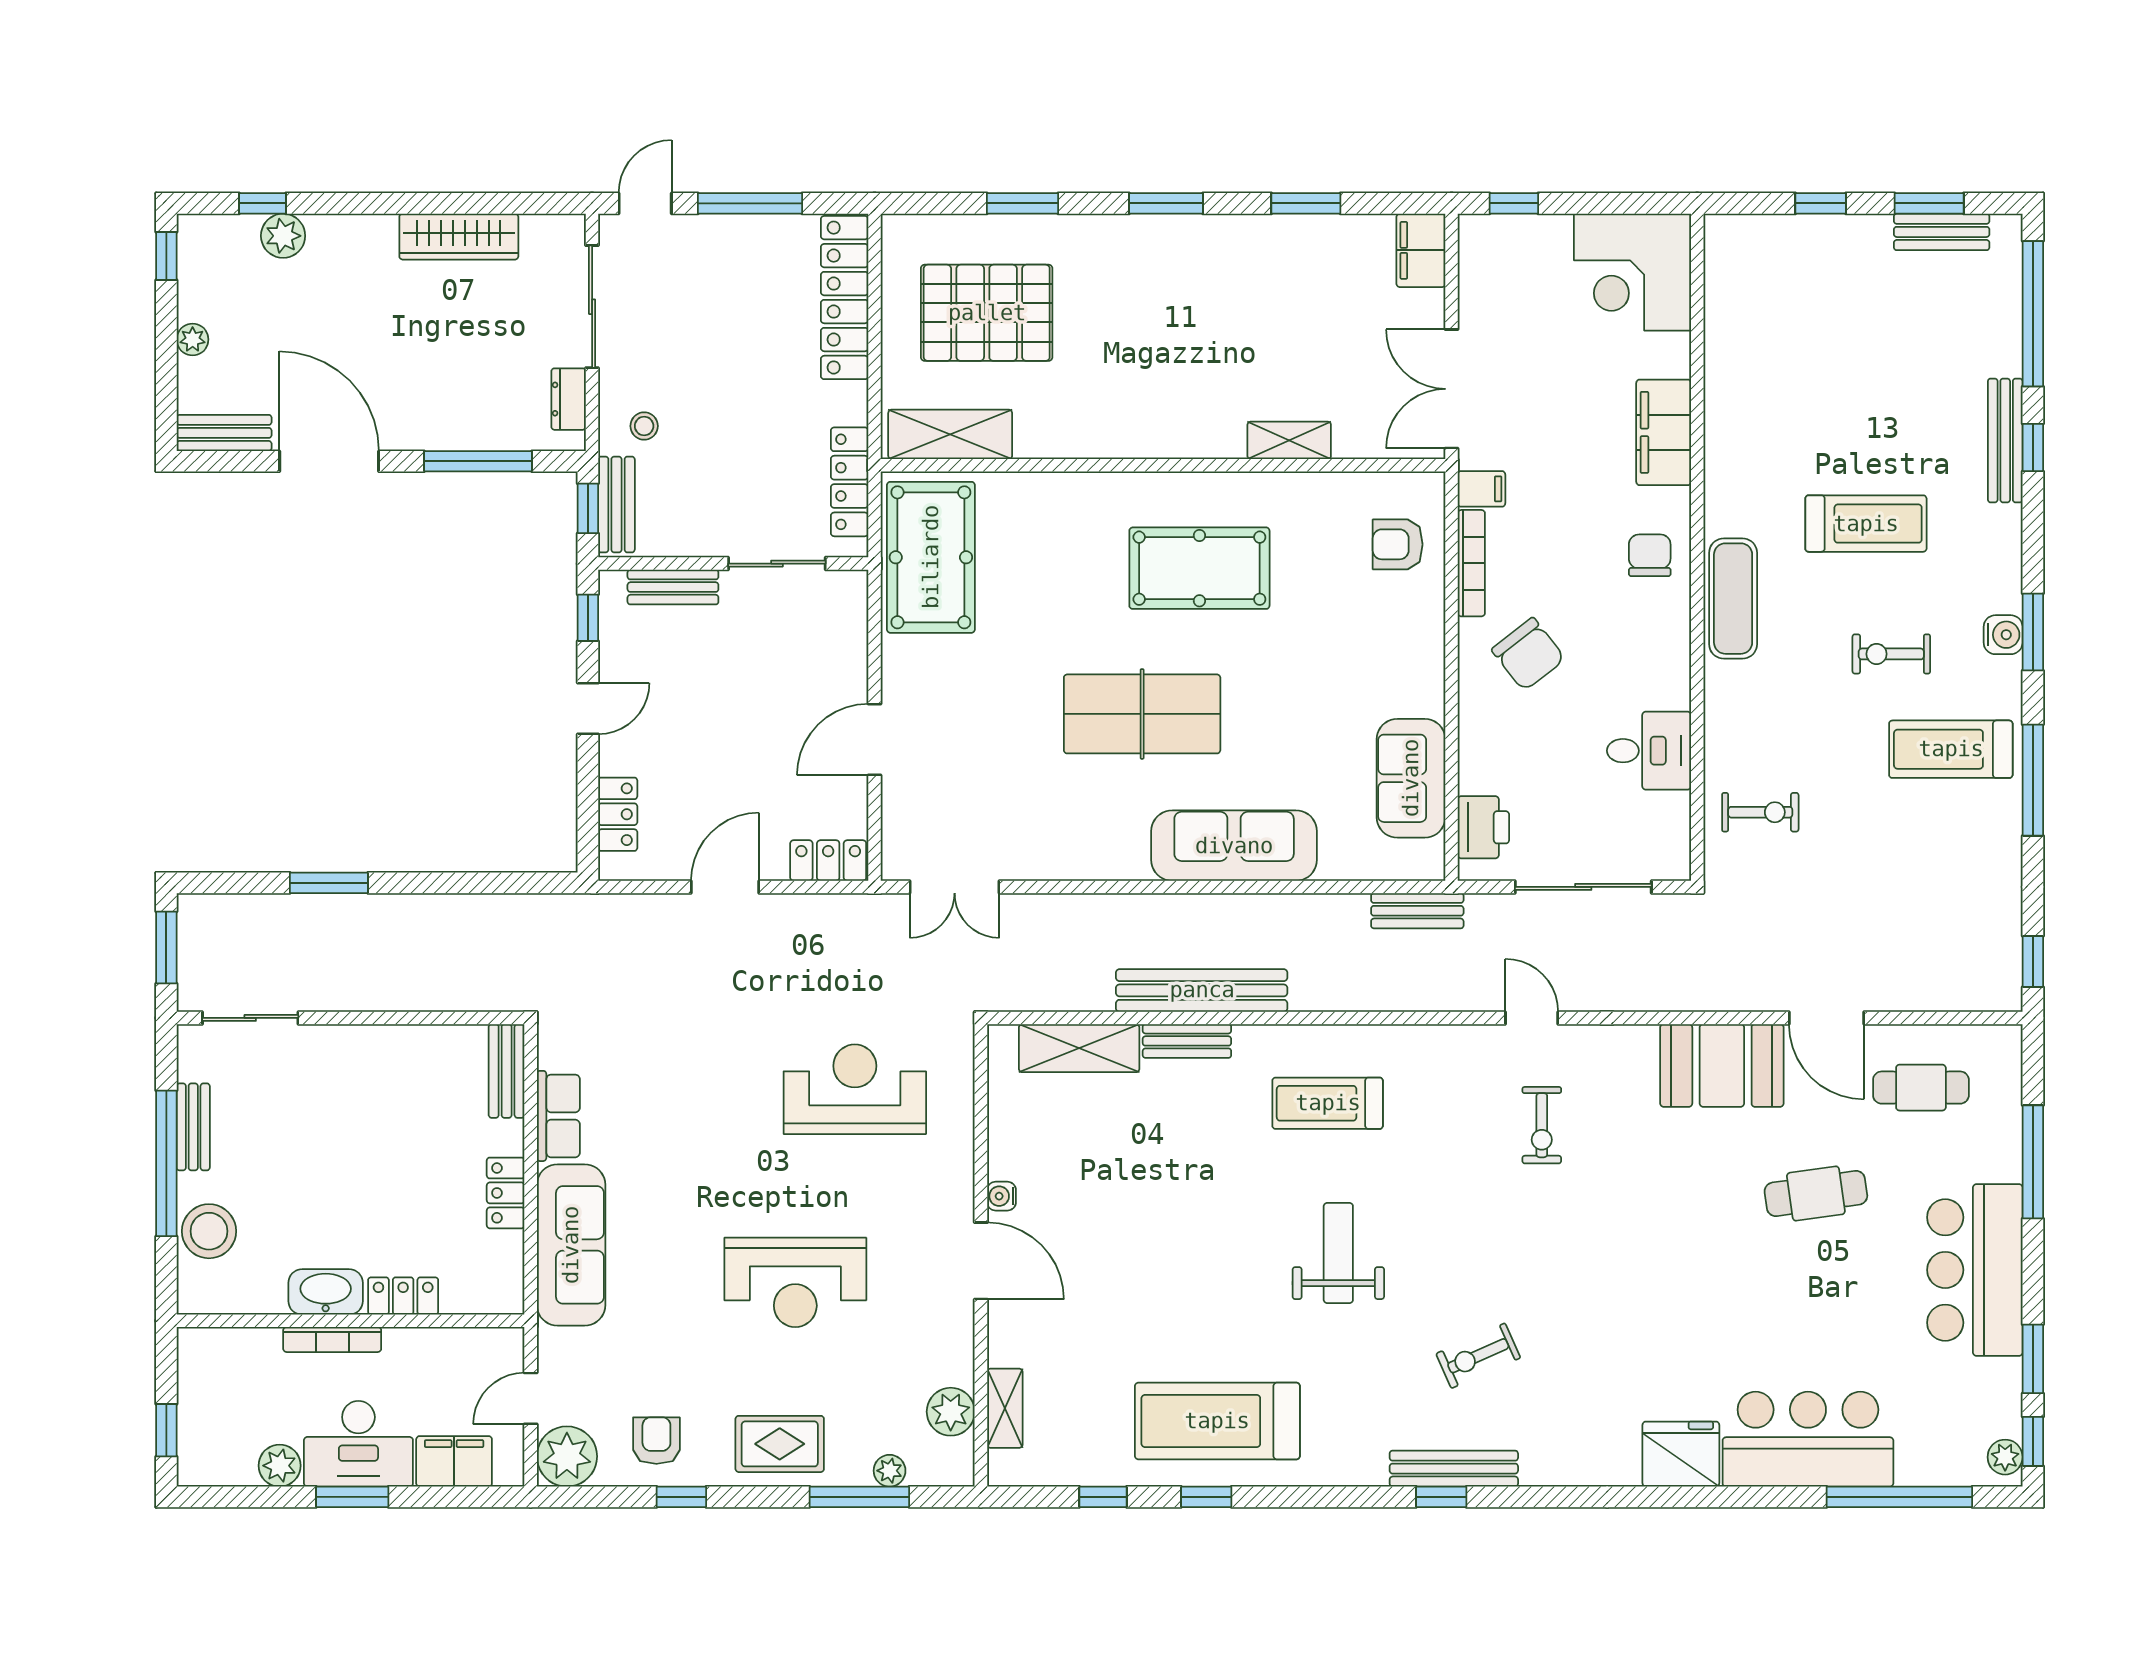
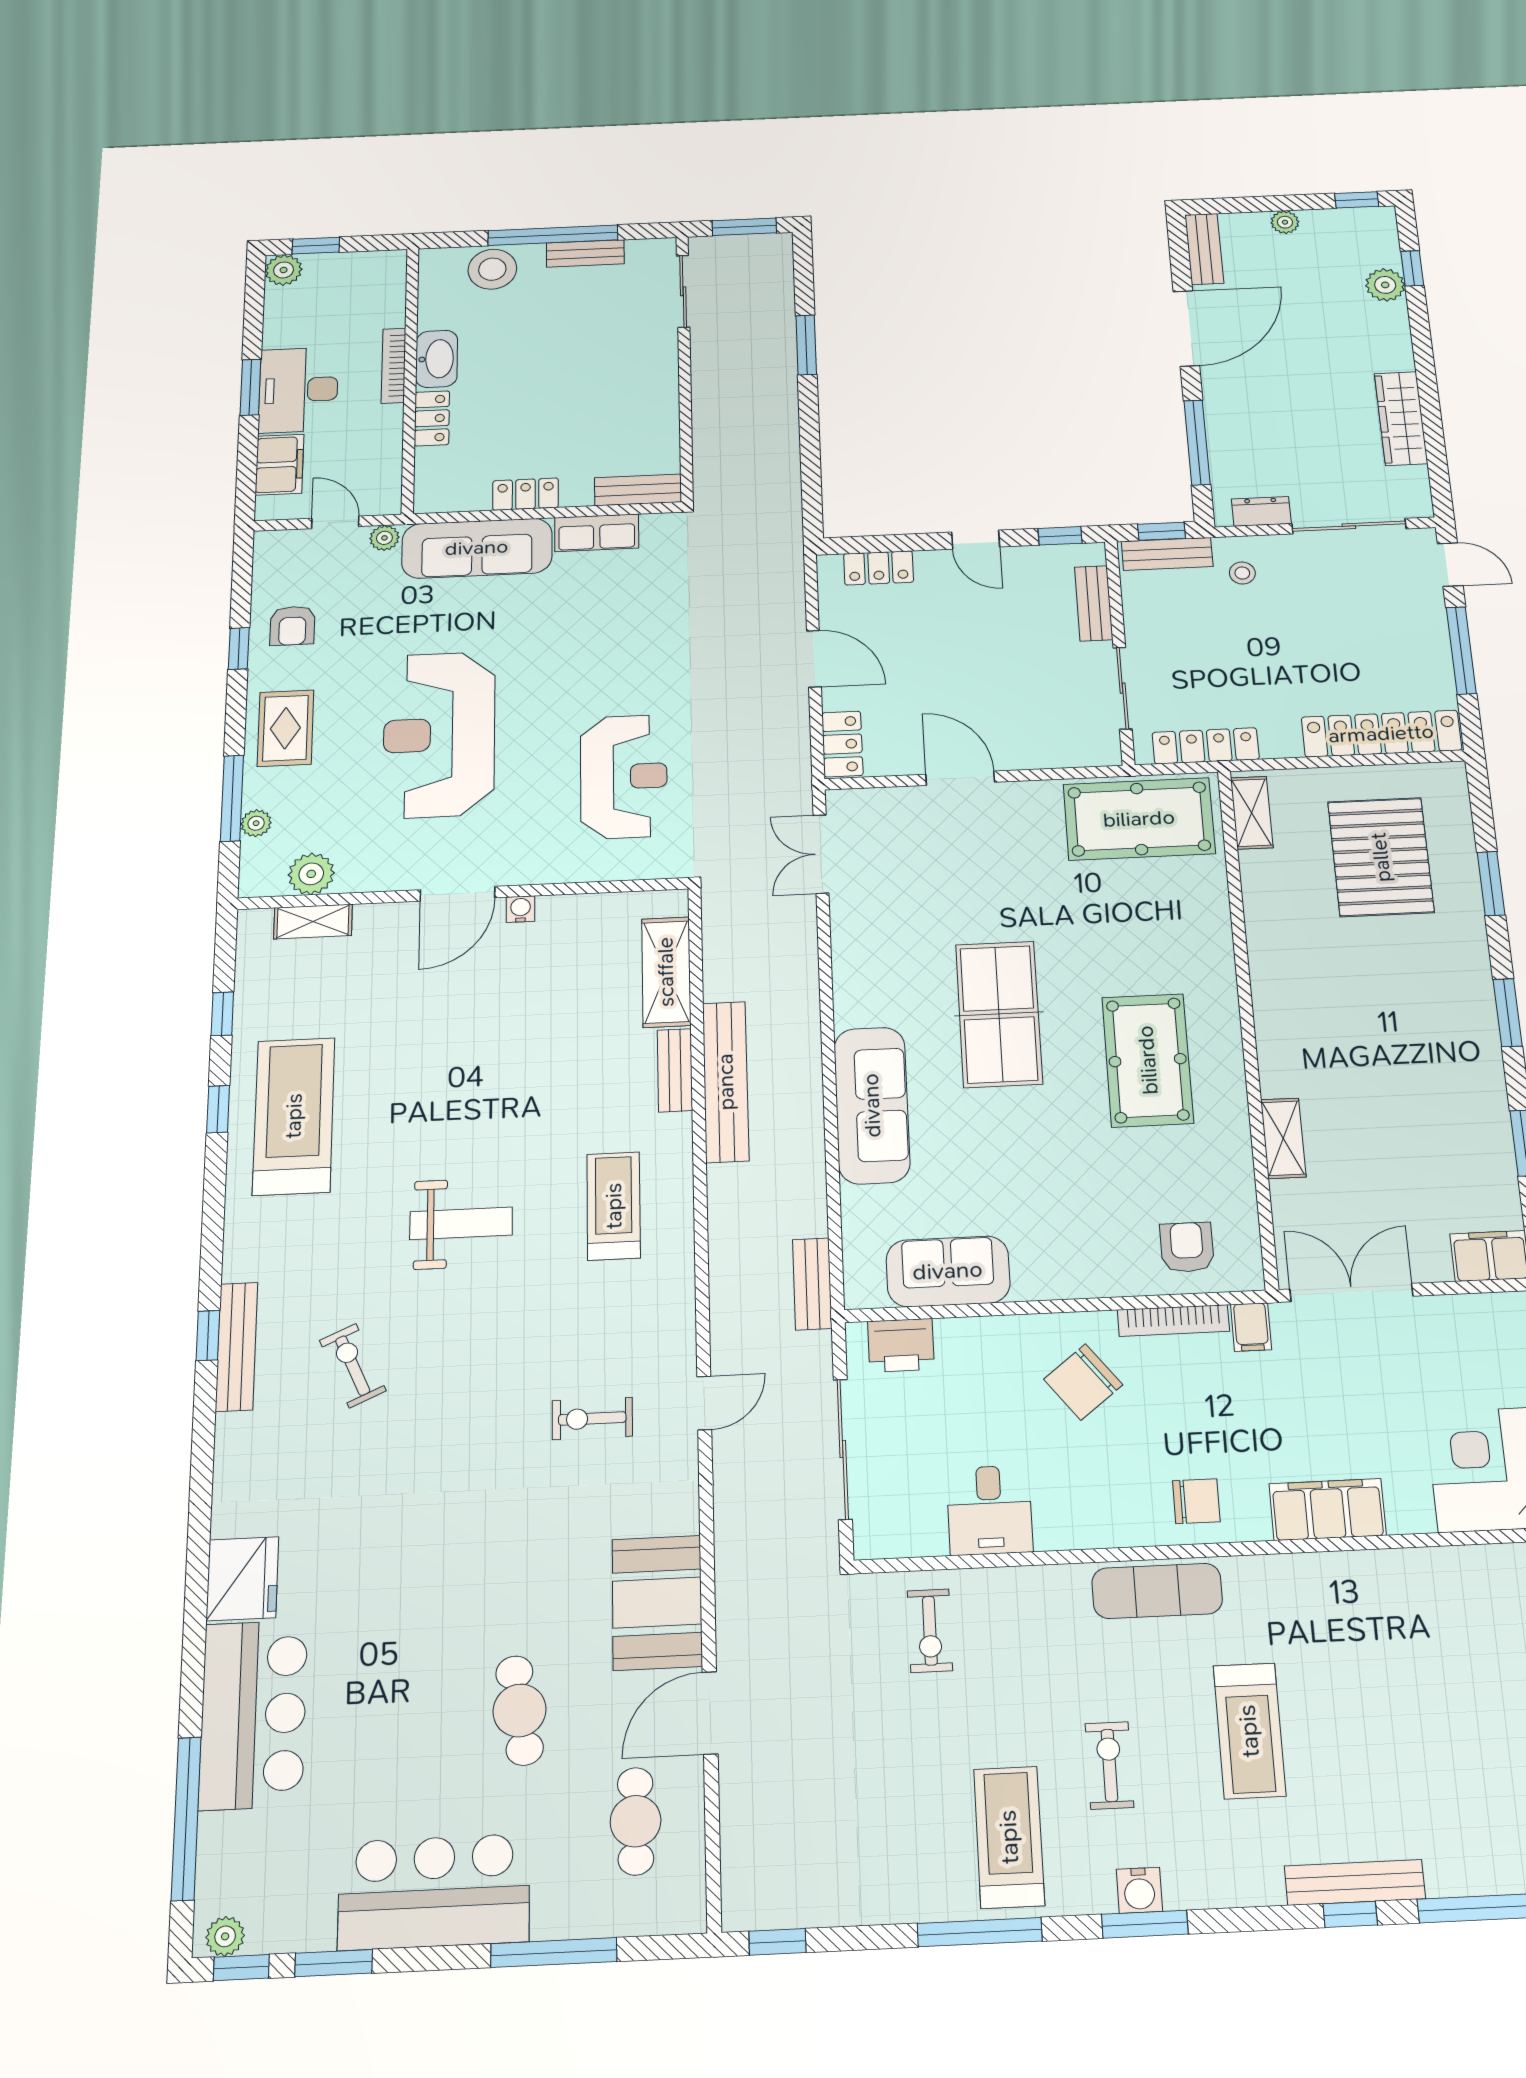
shelving: (950, 434) -> (1252, 813), width x0.67, depth x0.75
reception desk: (795, 1282) -> (439, 734), width x1.36, depth x1.30
armchair: (656, 1441) -> (292, 626), turned 90
plant: (567, 1456) -> (384, 538), moved, width x0.53, depth x0.53
plant: (280, 1466) -> (284, 270), moved

